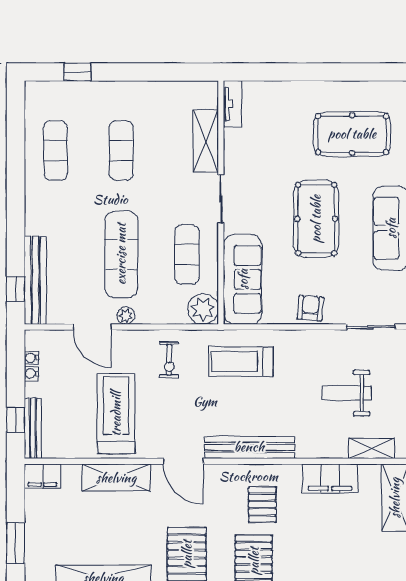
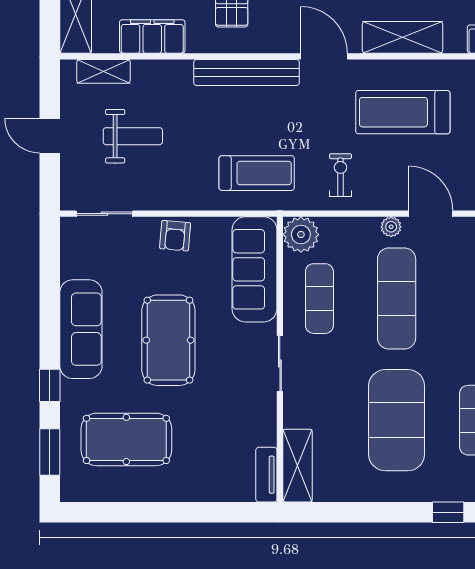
shelving: (206, 141) -> (298, 466), moved
exercise mat: (121, 151) -> (397, 420), width x2.00, depth x1.45
treadmill: (116, 414) -> (403, 112), turned 90

